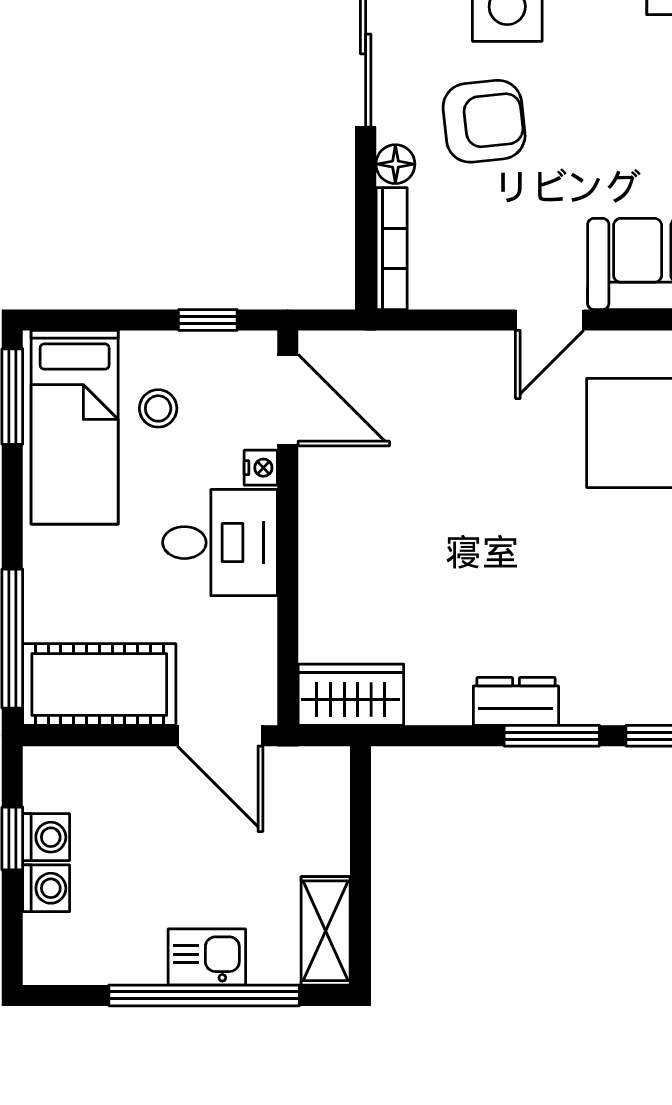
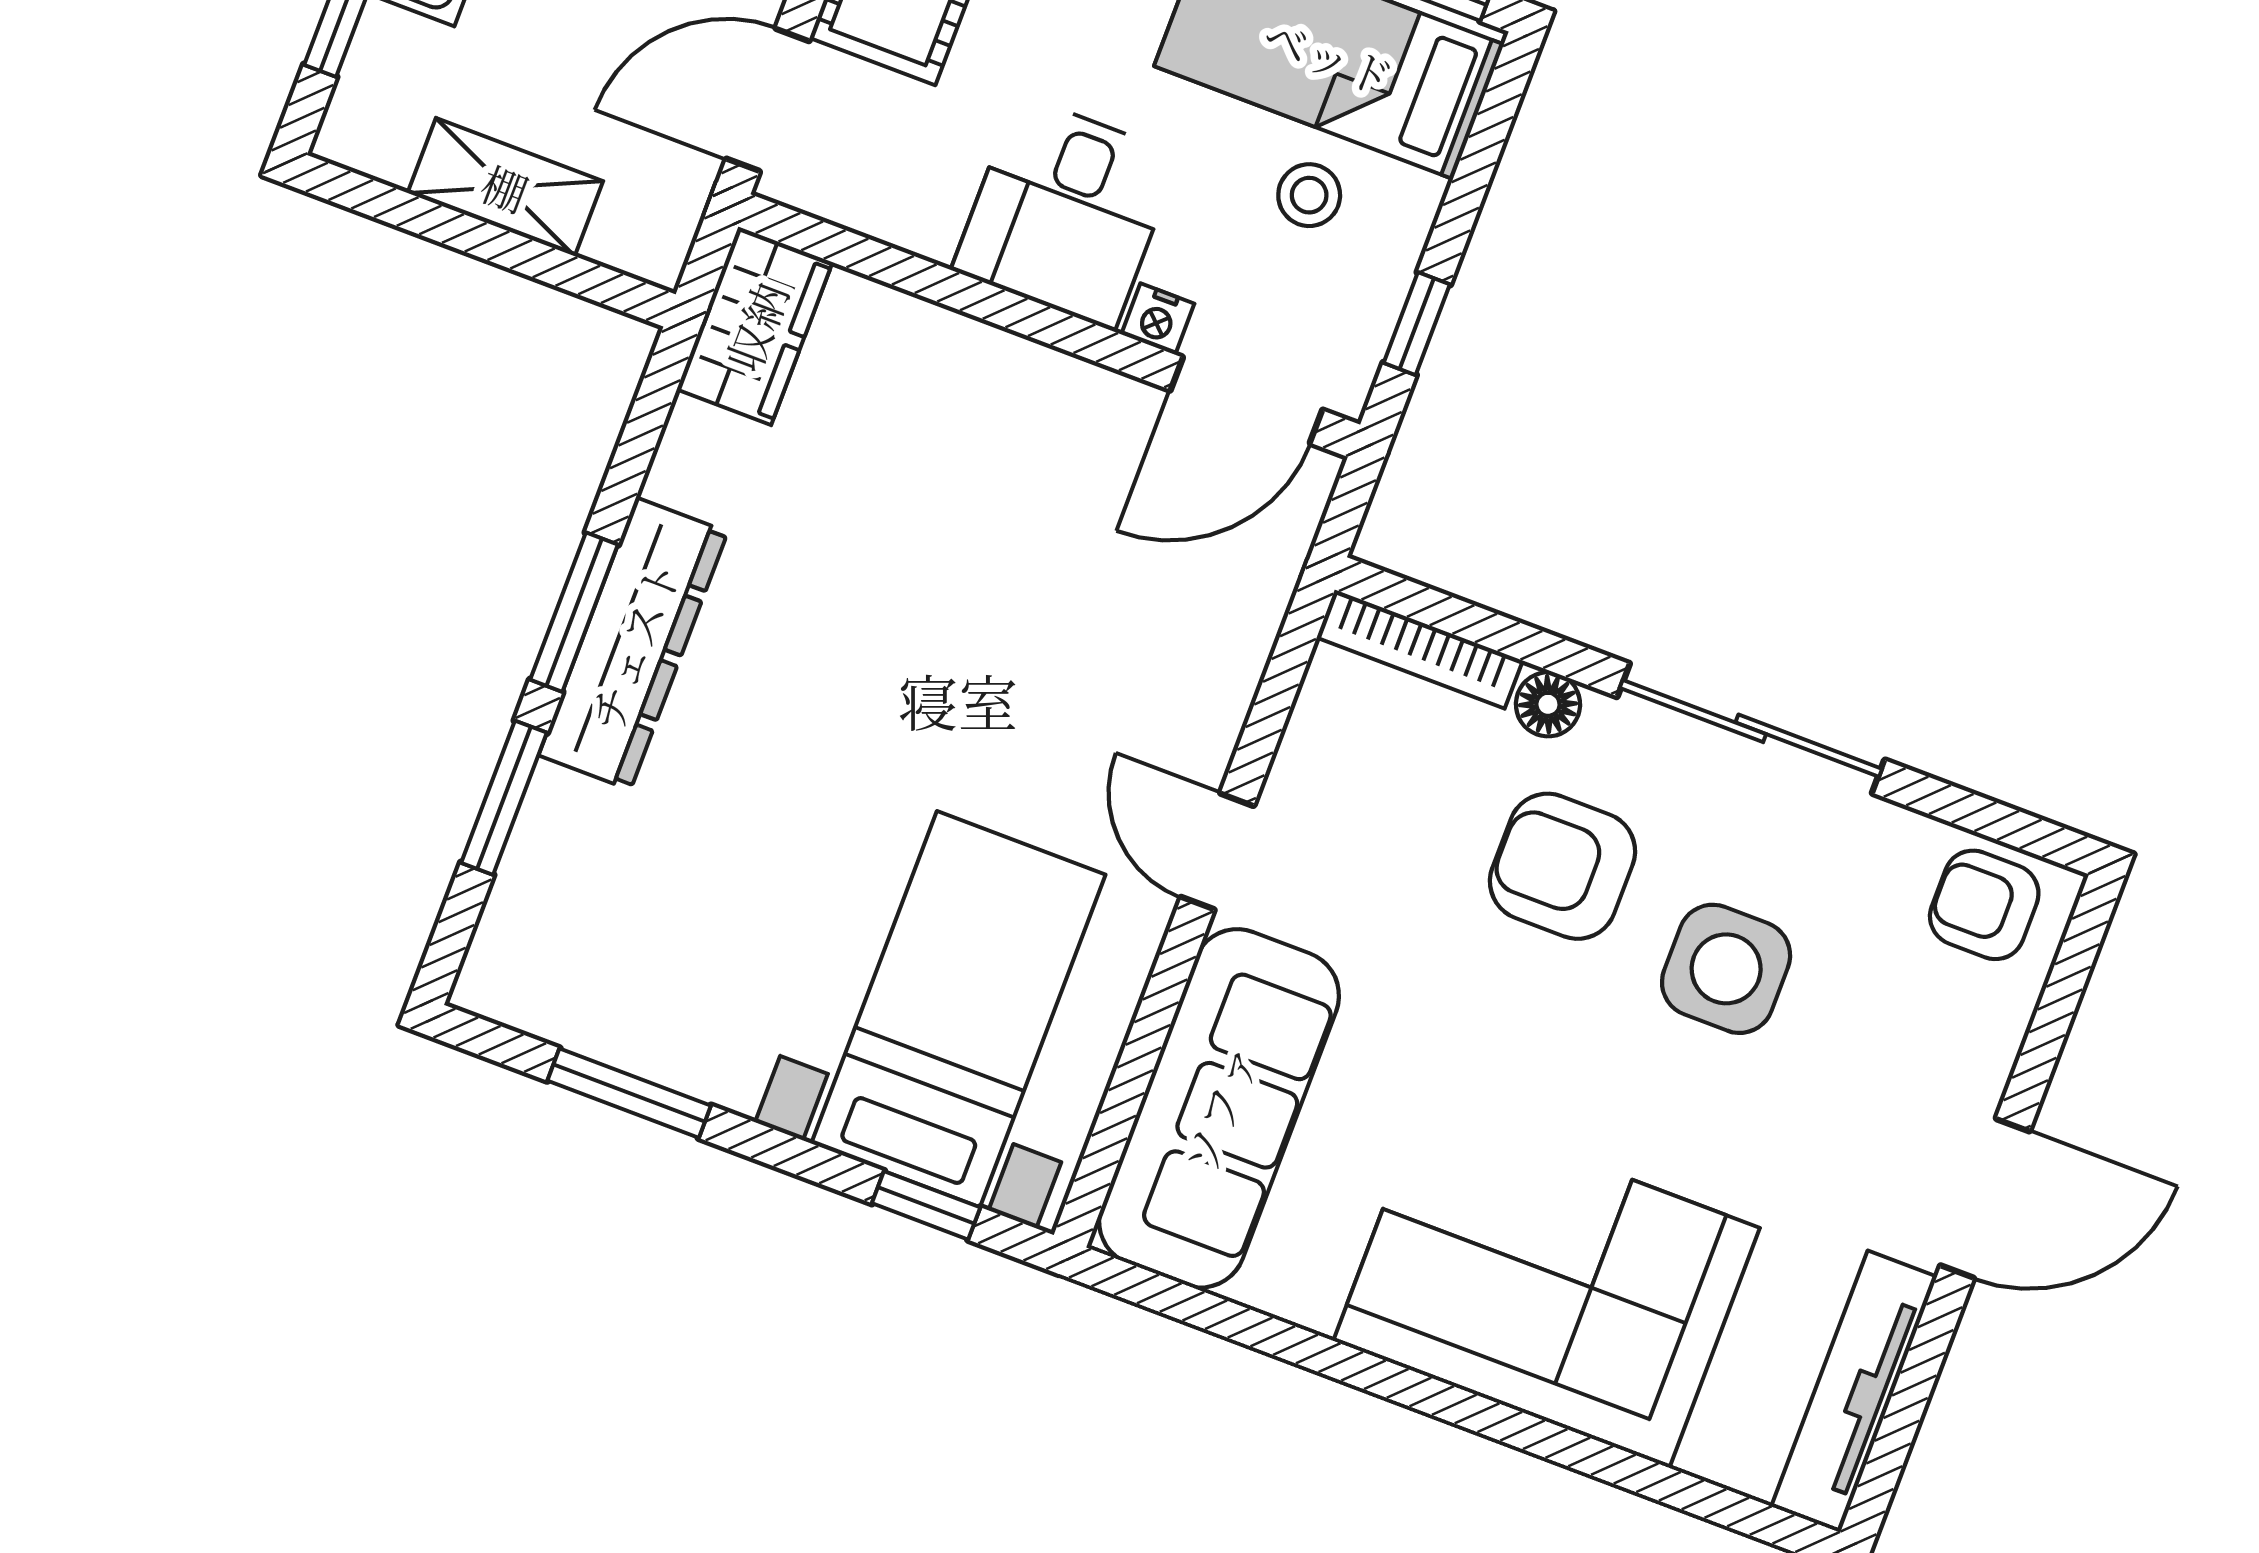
armchair: (484, 121) -> (1562, 866), turned 96
dresser: (516, 701) -> (633, 644), width x1.96, depth x1.24
shelving: (326, 931) -> (505, 187), moved

